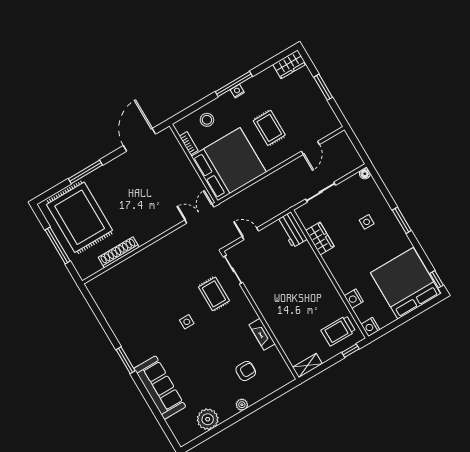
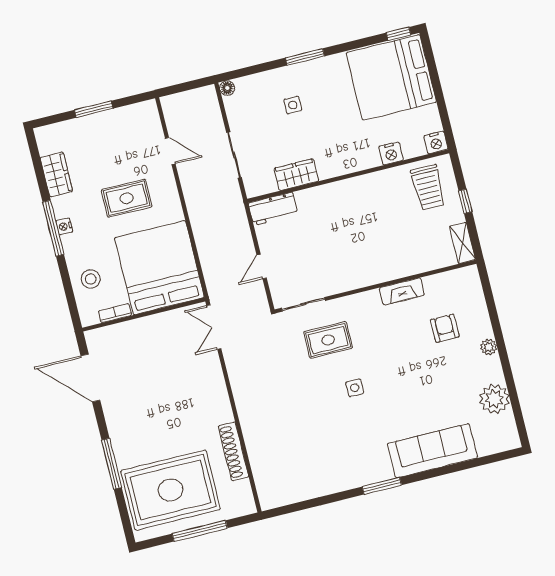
wardrobe: (289, 64) -> (56, 174), moved
window: (351, 351) -> (465, 201), moved

